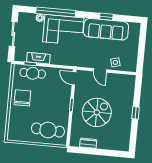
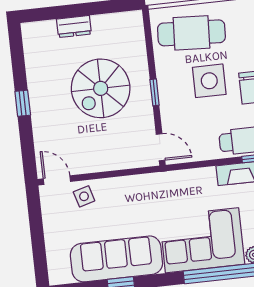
door: (100, 70) -> (57, 180), moved
side table: (44, 105) -> (209, 81), added
dresser: (88, 143) -> (74, 27), moved

